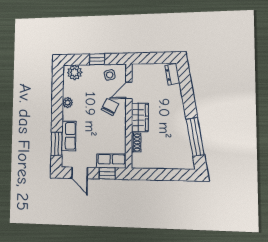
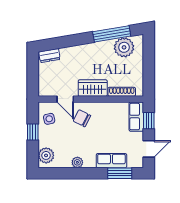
shoe rack: (136, 143) -> (122, 92), width x1.43
plant: (181, 149) -> (124, 47), added

